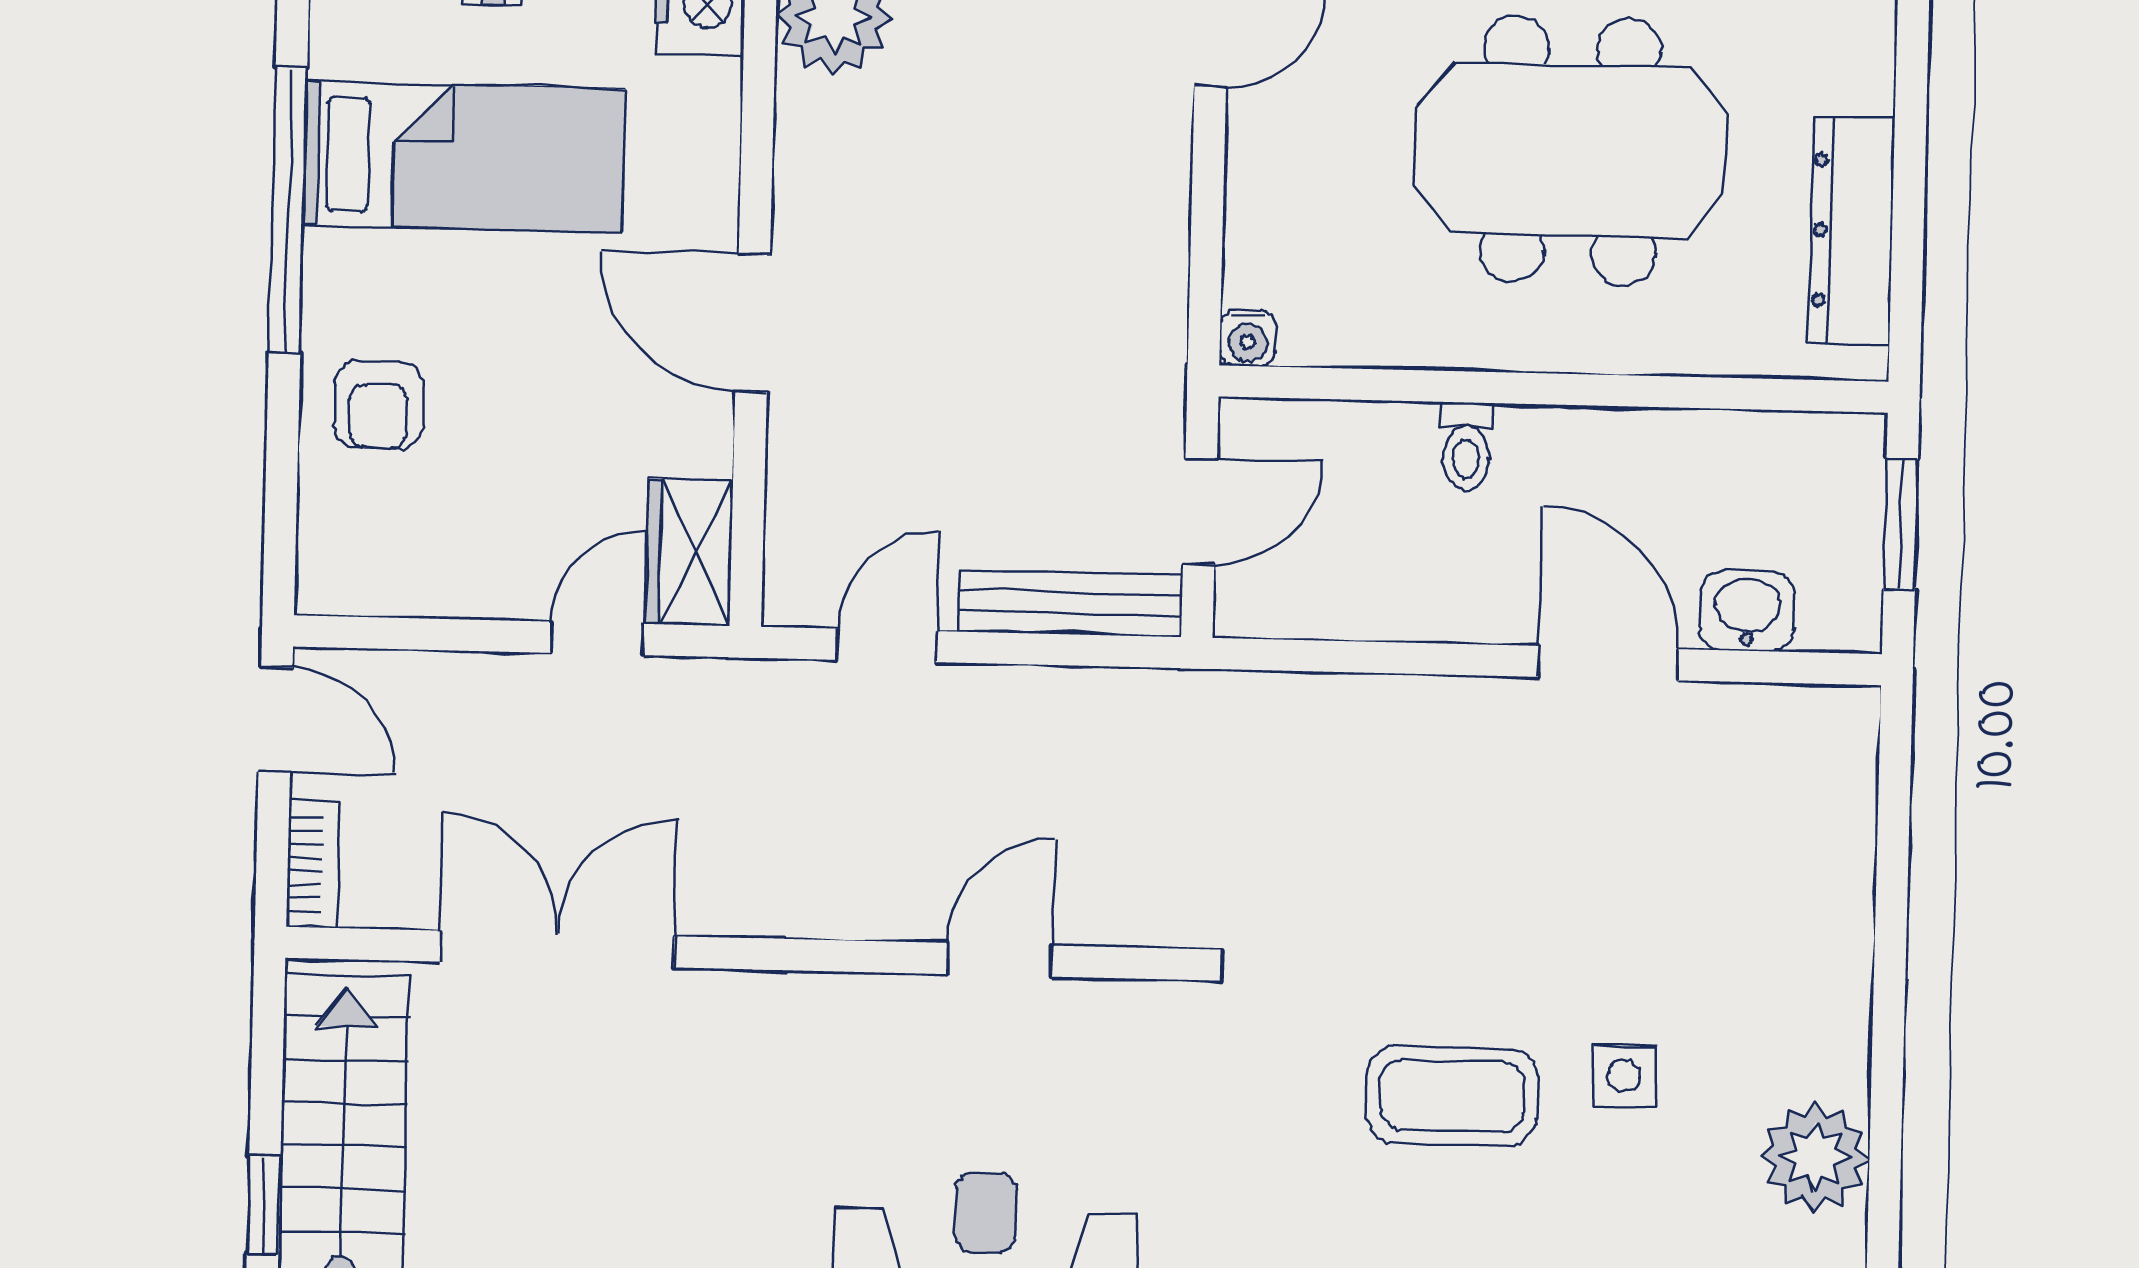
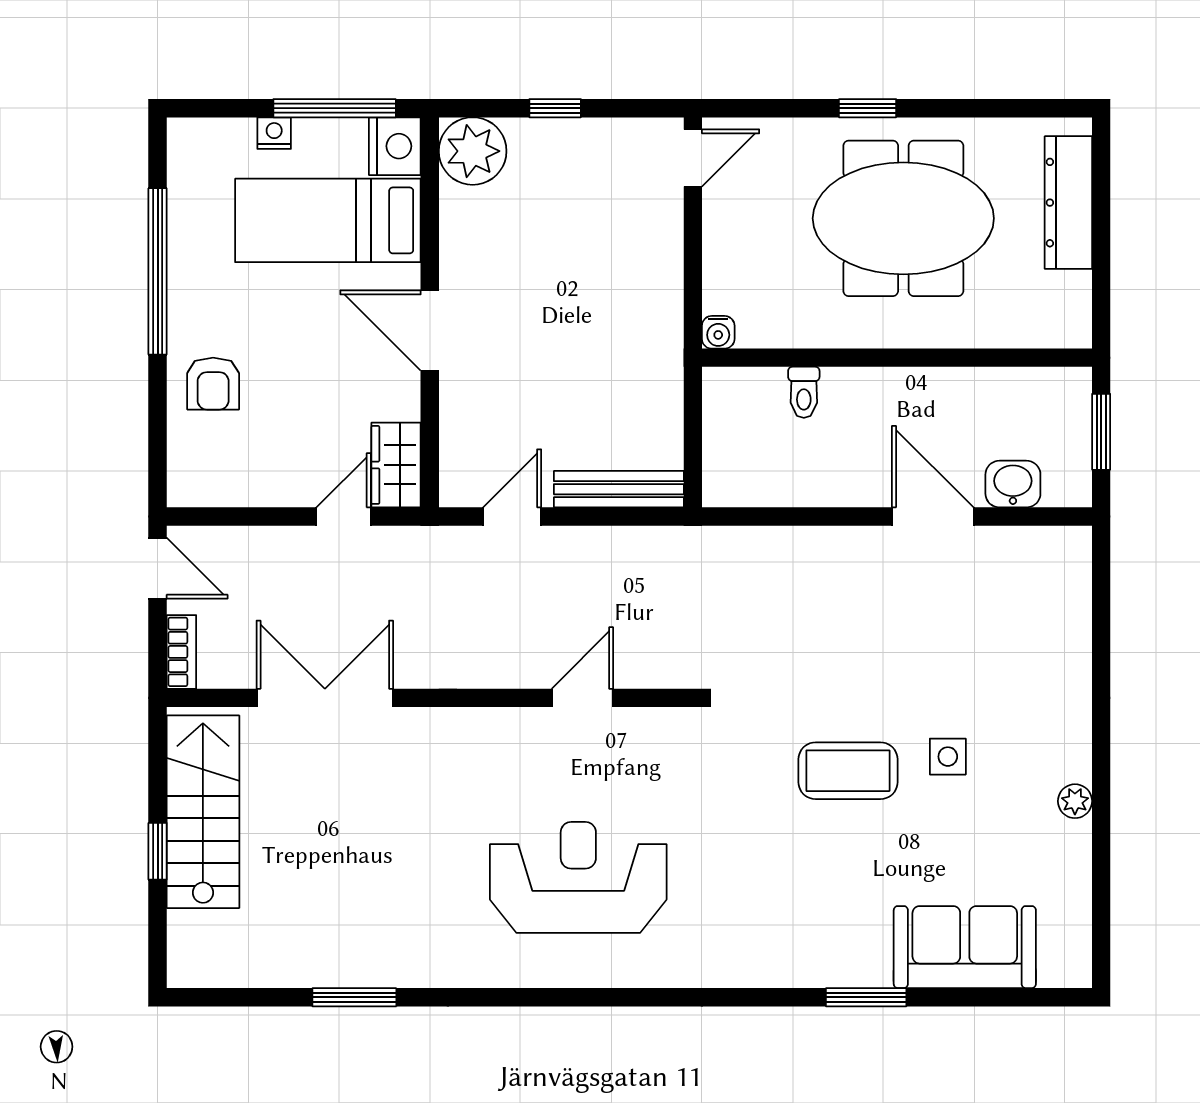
bed: (464, 157) -> (328, 220), moved, turned 180
dresser: (1852, 231) -> (1068, 203), moved
toilet: (1467, 446) -> (804, 392), moved
door: (1200, 511) -> (693, 434), removed
plant: (1815, 1157) -> (1075, 801), width x0.53, depth x0.53

